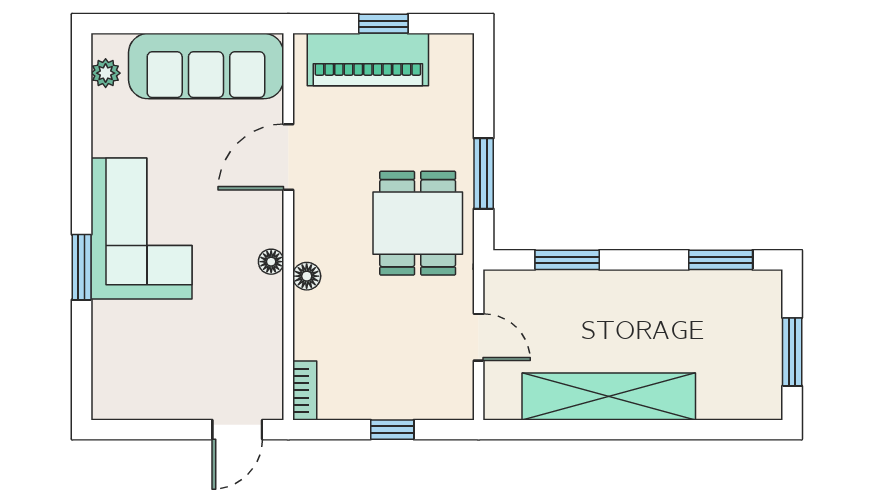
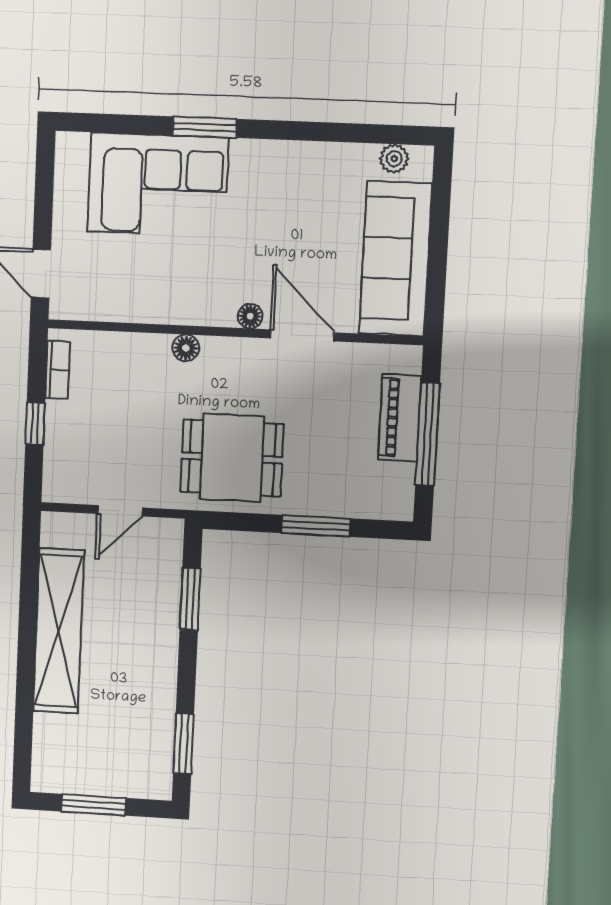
window: (383, 24) -> (428, 434), width x2.17
piano: (368, 60) -> (400, 418), width x0.73, depth x0.75
window: (484, 174) -> (316, 526), moved
corner sofa: (141, 228) -> (158, 185), moved
floor lamp: (271, 262) -> (250, 316), moved
bookcase: (305, 390) -> (58, 370), moved, turned -90

